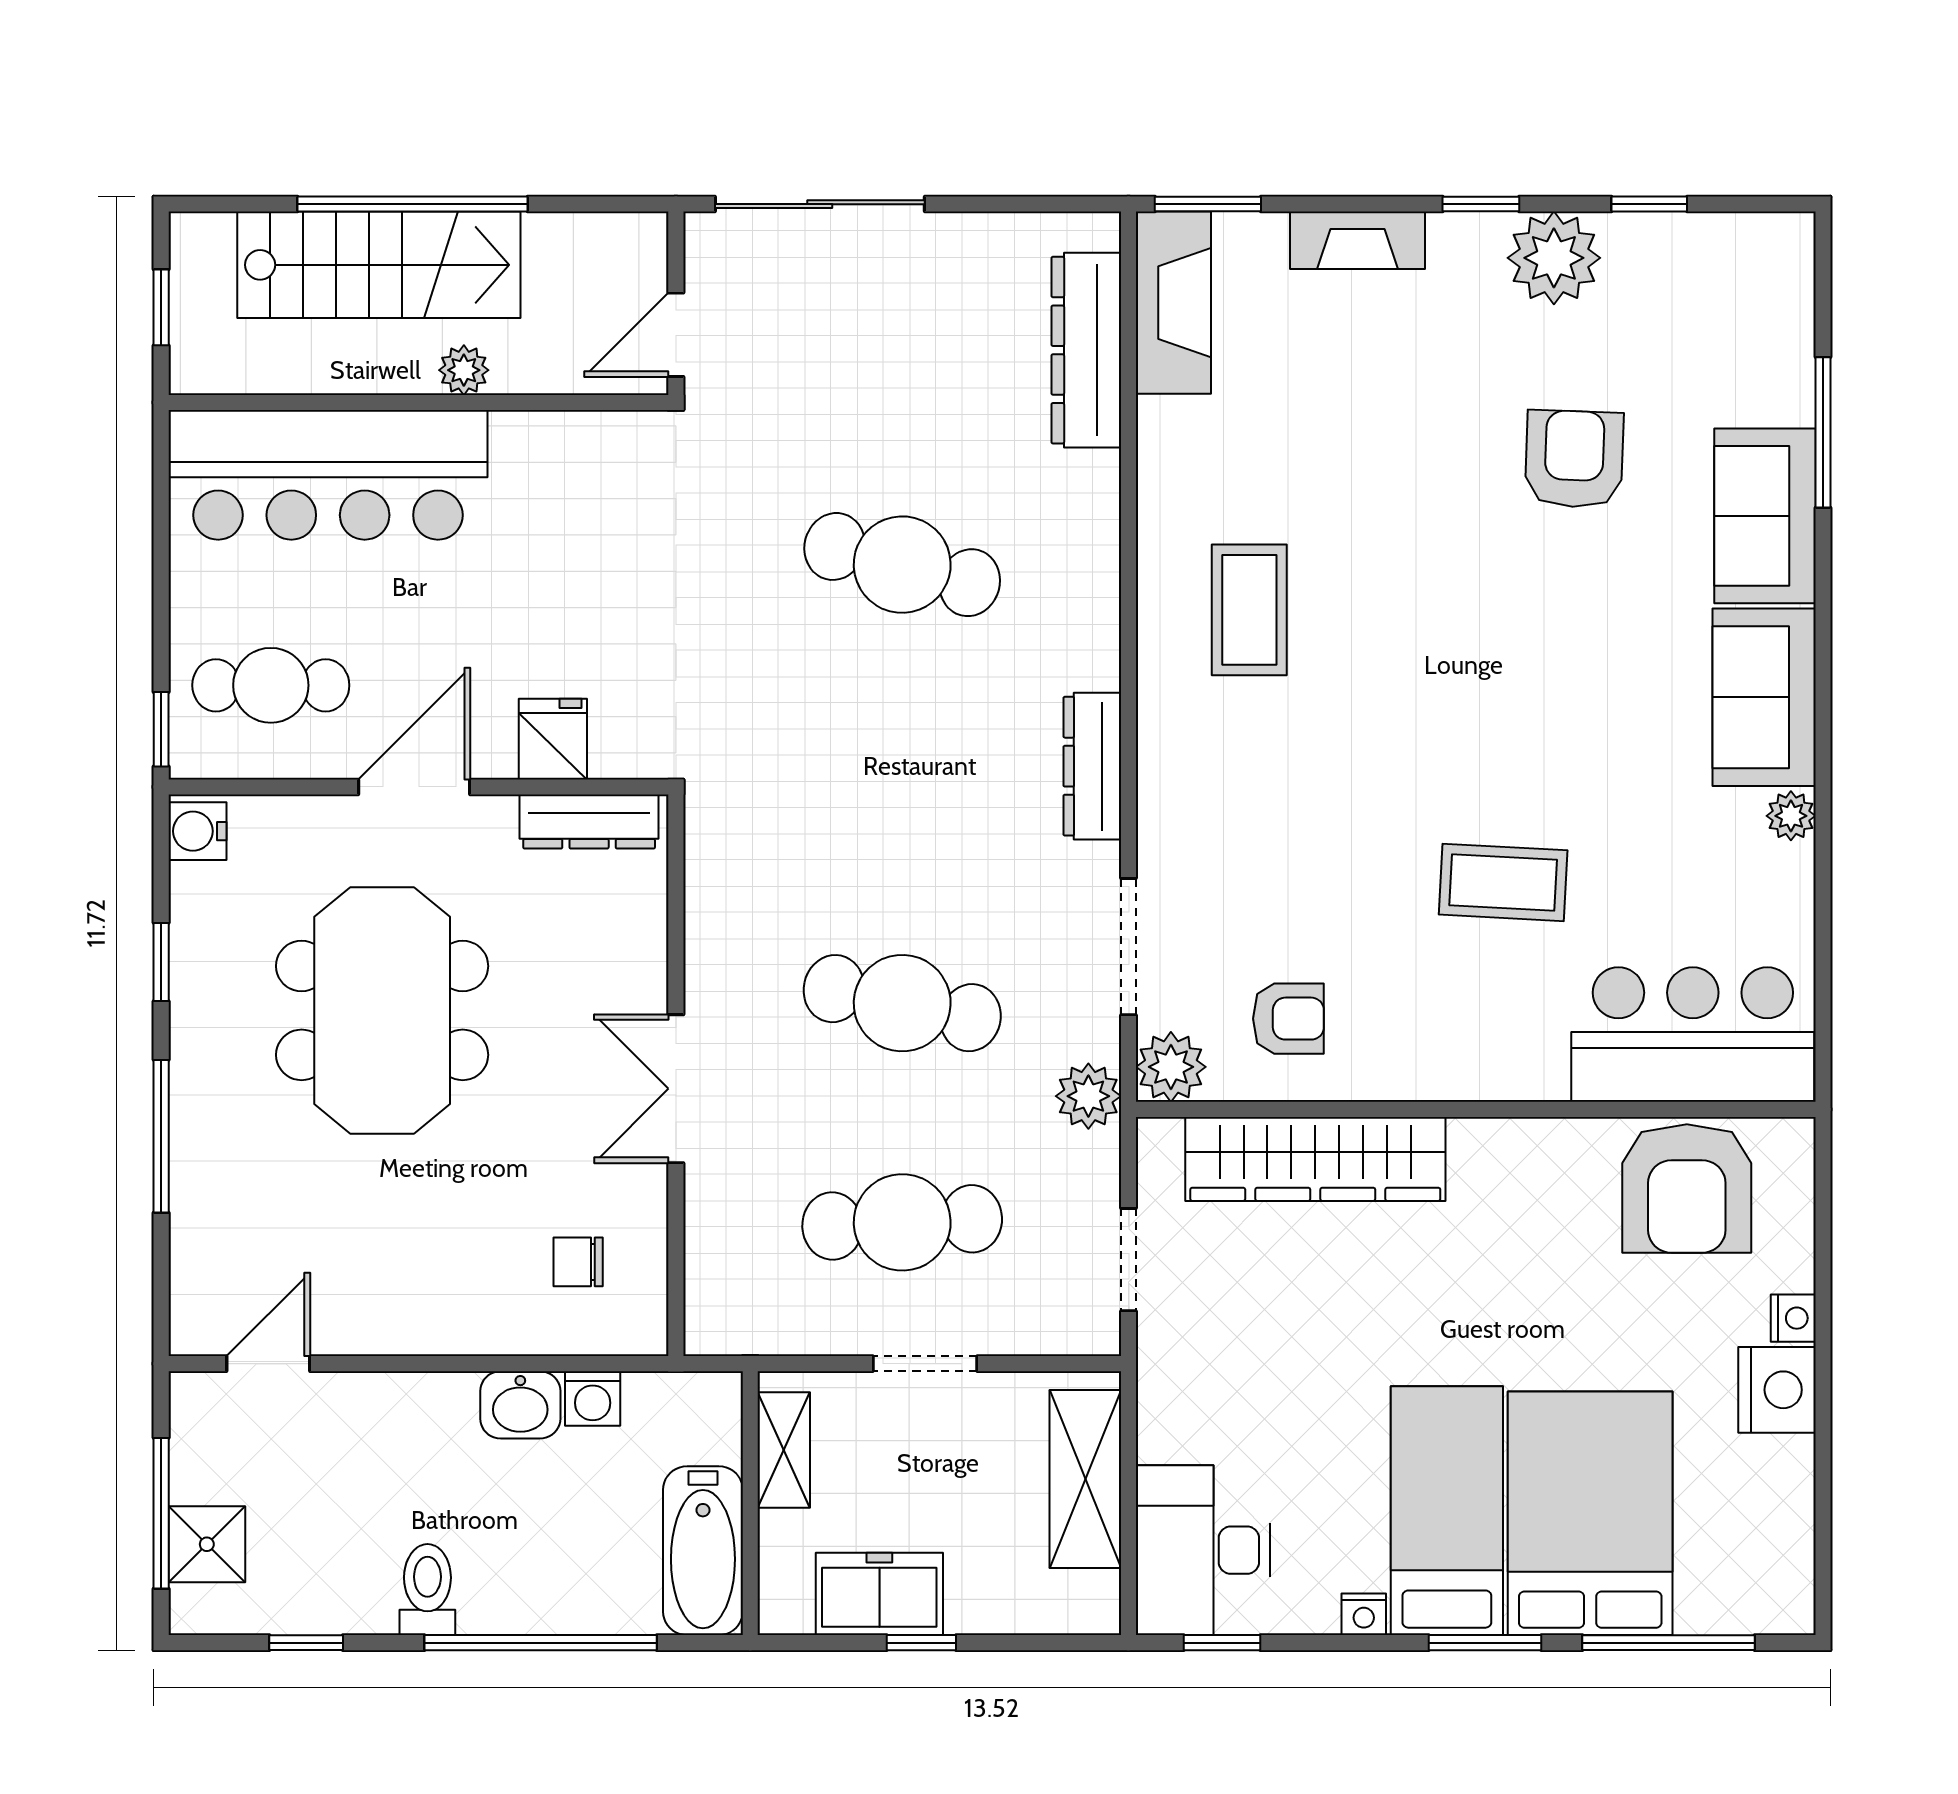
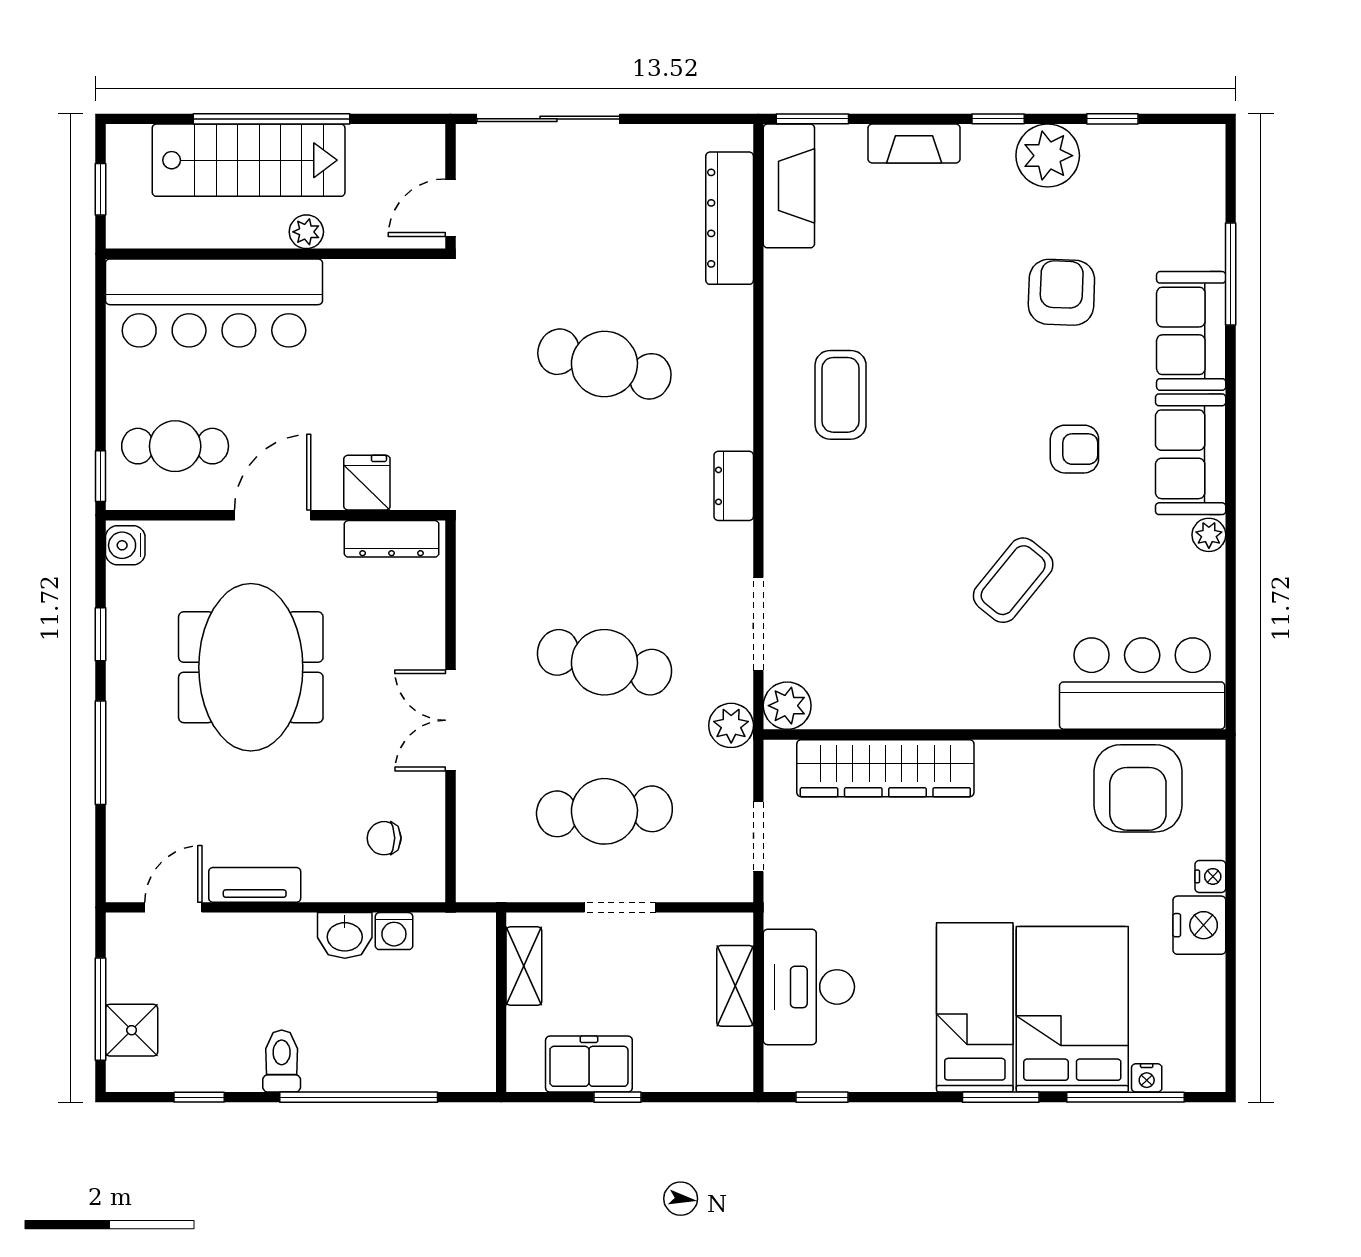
dresser: (1092, 766) -> (734, 486), width x0.70
coffee table: (1503, 882) -> (1013, 580), turned -54
armchair: (1288, 1019) -> (1074, 449), moved
tv unit: (388, 1330) -> (255, 885), added
shelving: (1085, 1479) -> (735, 986), width x0.67, depth x0.75
desk: (1203, 1550) -> (809, 987), moved
bathtub: (703, 1551) -> (469, 1035), removed
nightstand: (1364, 1614) -> (1147, 1078), moved

